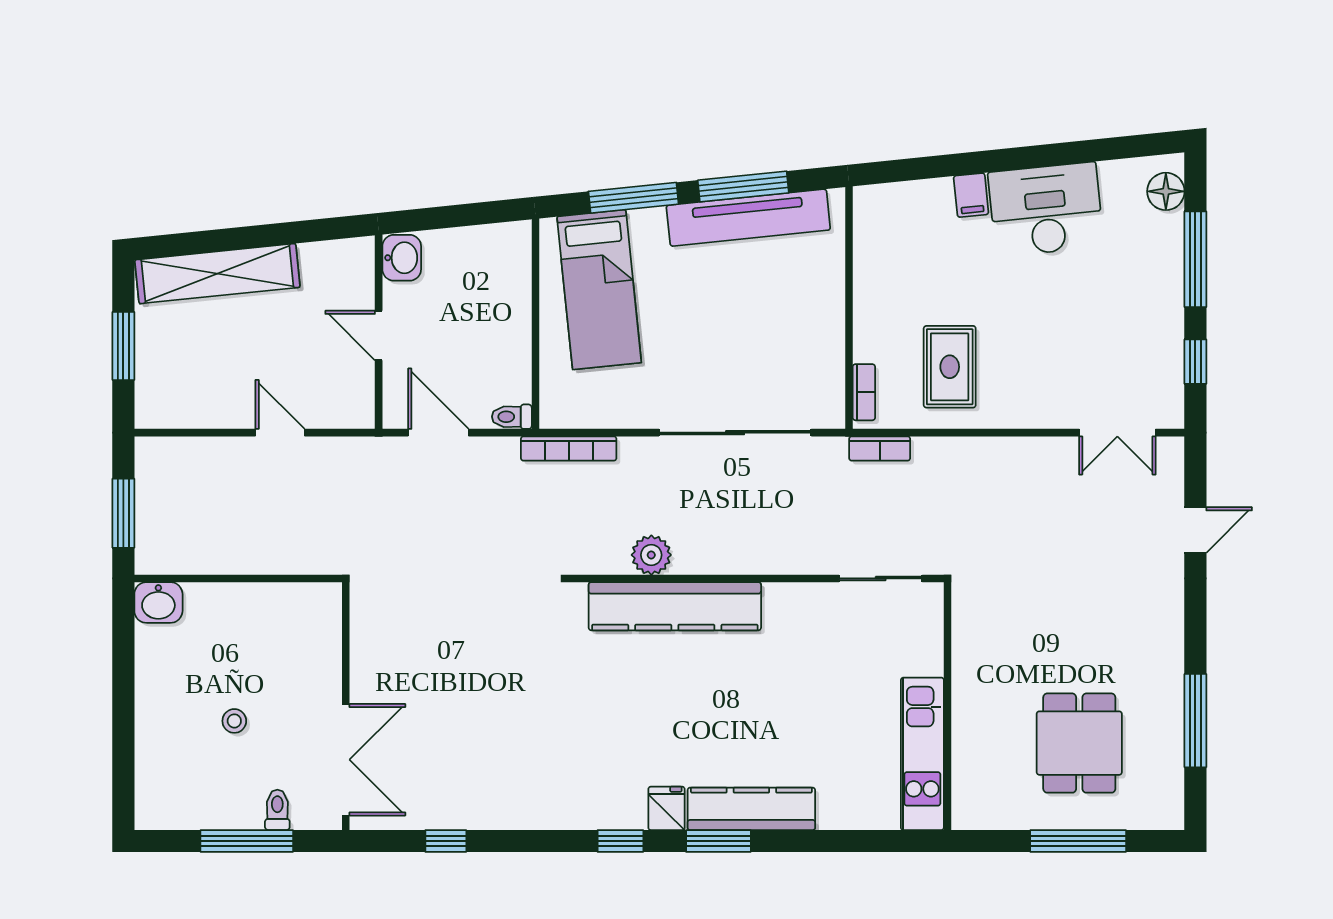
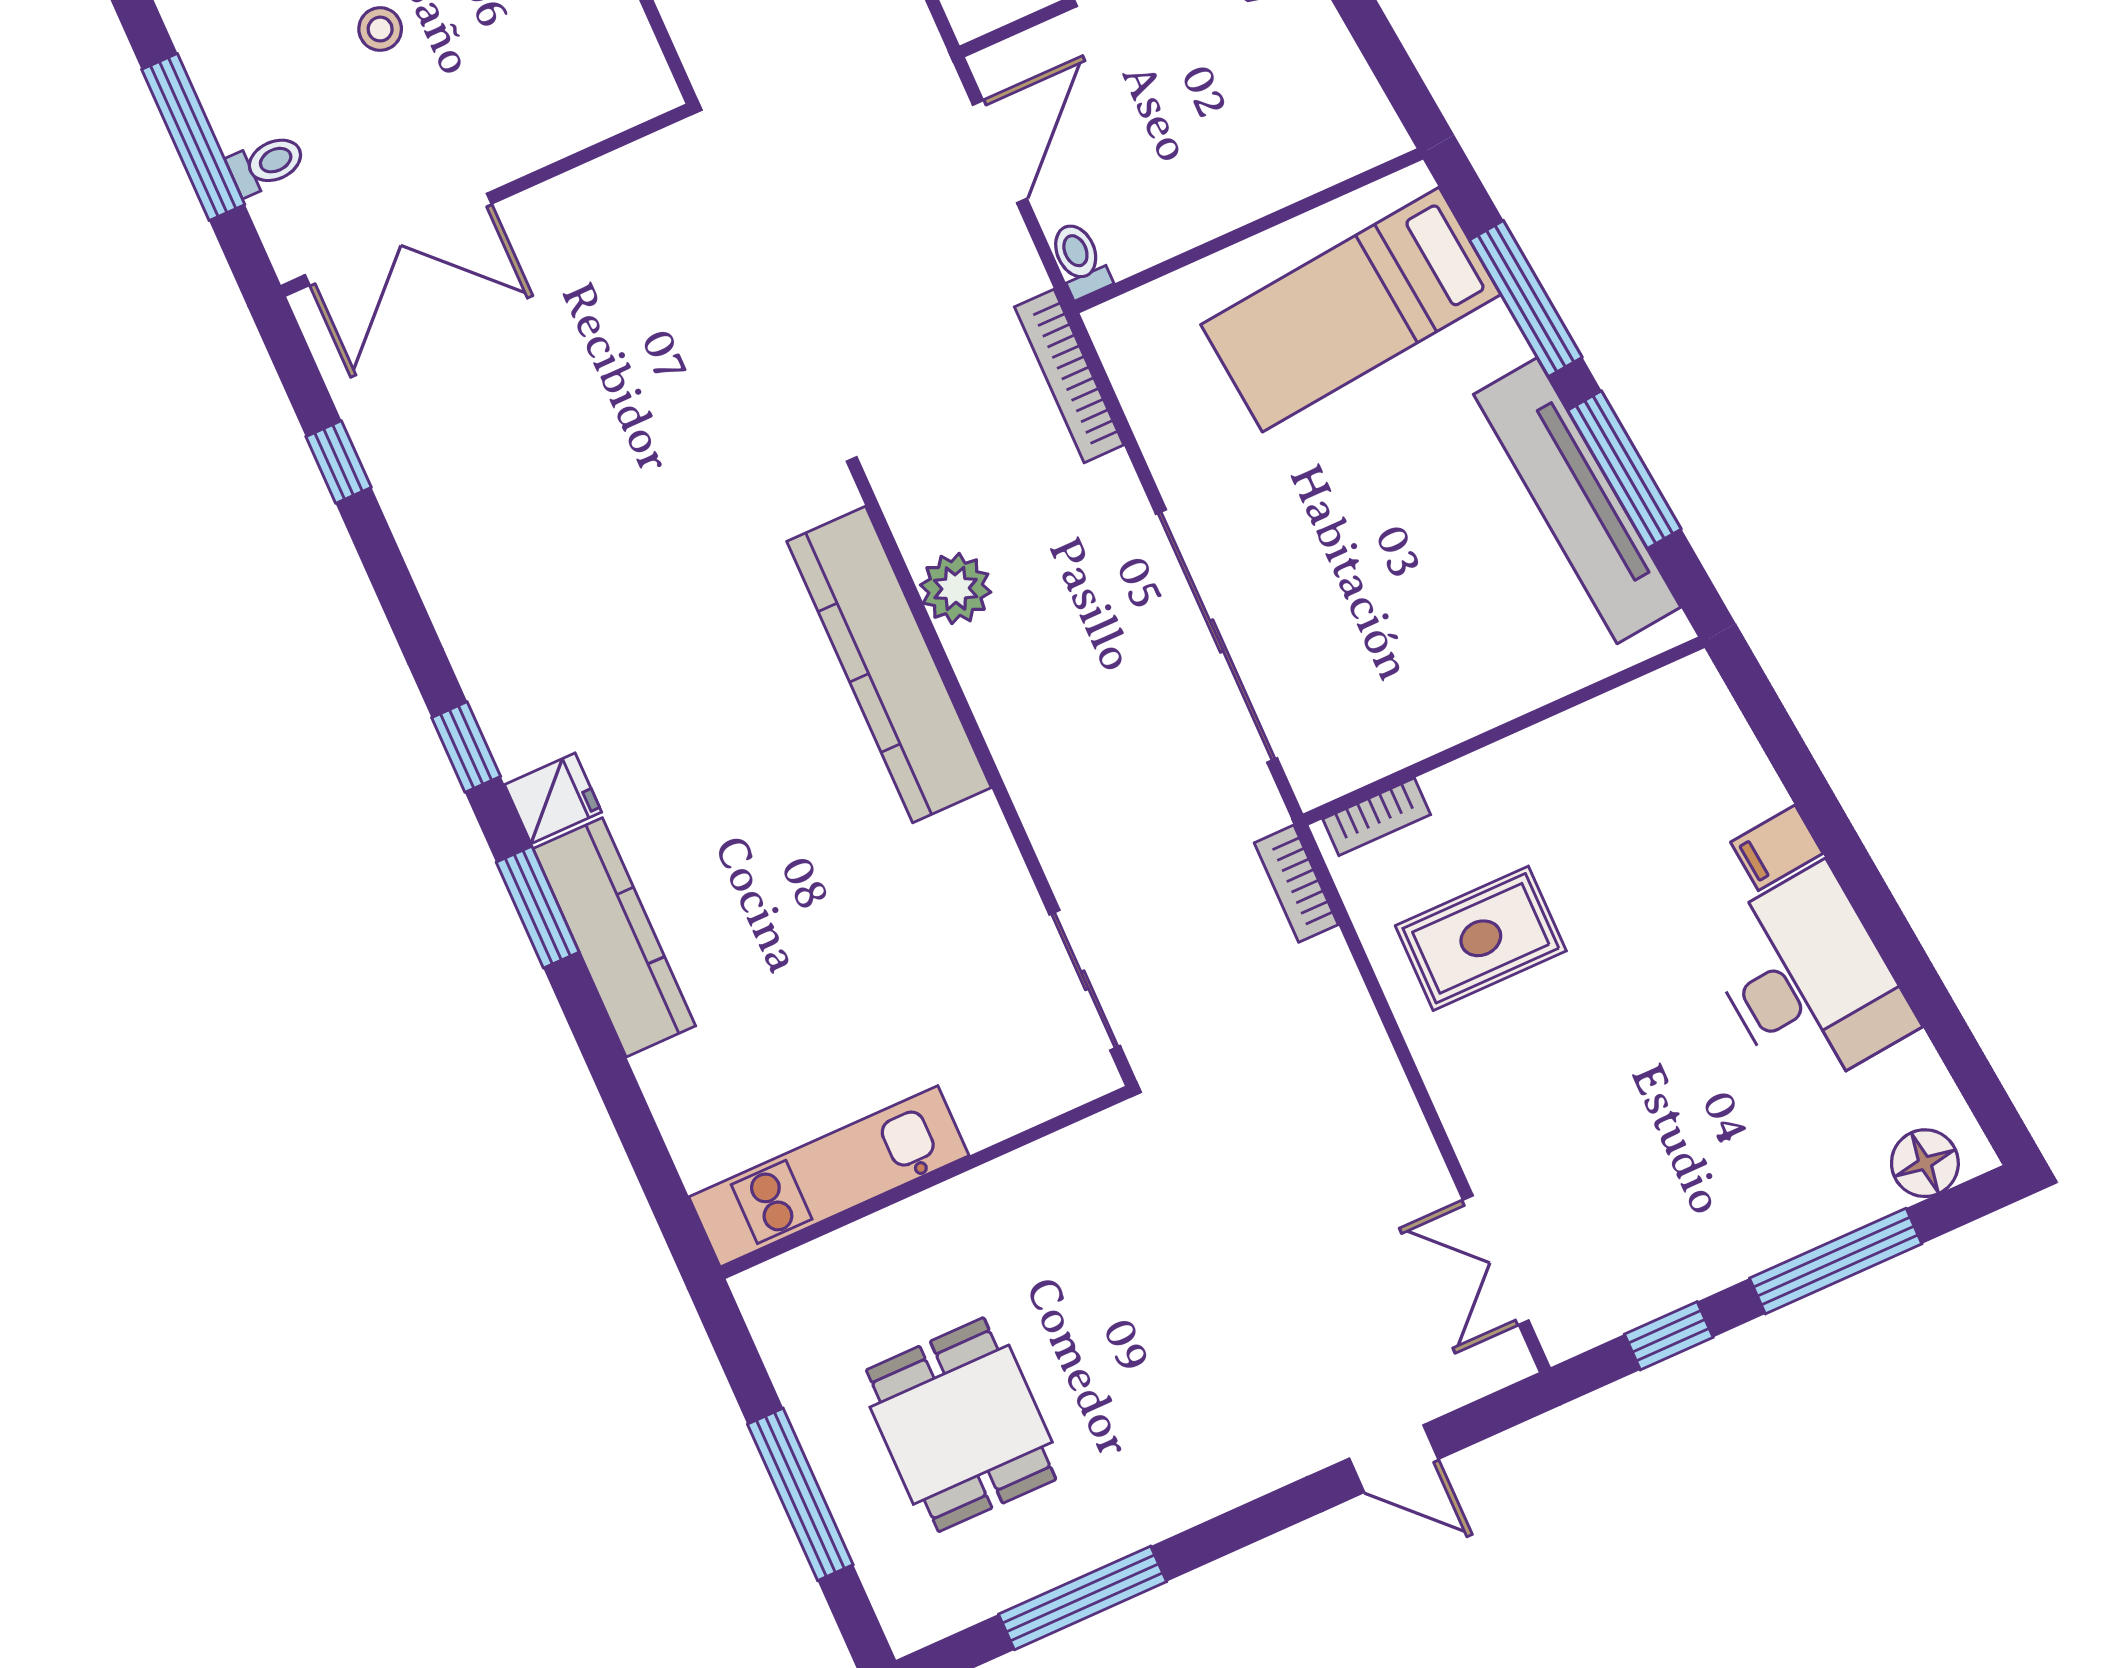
dining table: (1079, 743) -> (961, 1425), turned 90

